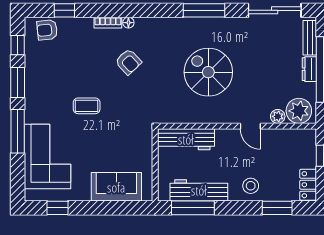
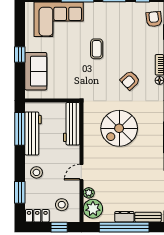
spiral stairs: (208, 72) -> (119, 128), moved, turned 180
stool: (293, 152) -> (62, 205), added
window: (58, 208) -> (20, 54), moved

